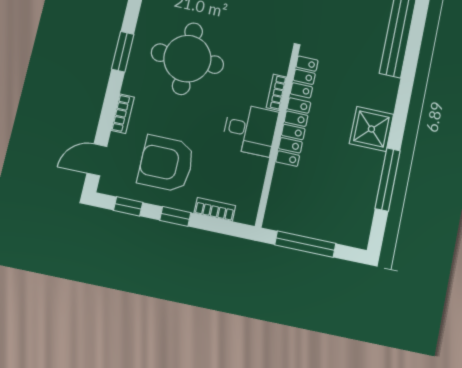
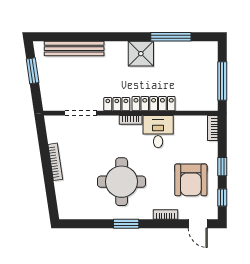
bookcase: (215, 209) -> (213, 128), moved

